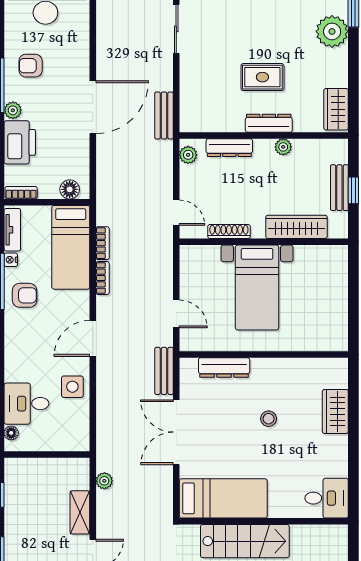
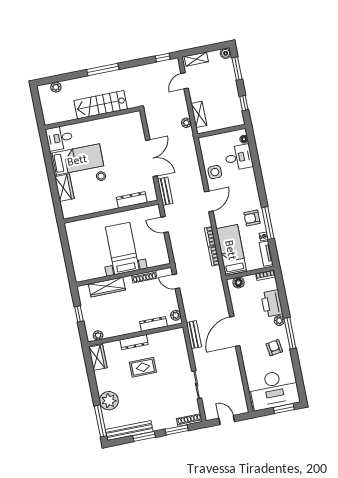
armchair: (31, 66) -> (274, 348), turned -98
plant: (283, 147) -> (98, 335), moved
bench: (339, 188) -> (87, 314), removed
bed: (223, 498) -> (77, 160), moved, turned 180
shelving: (80, 512) -> (199, 114), moved

